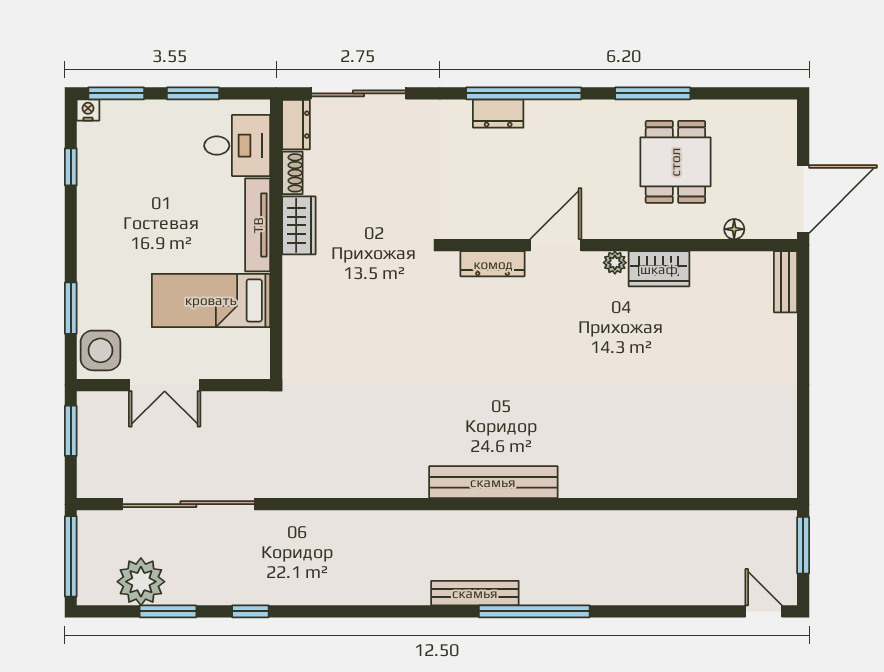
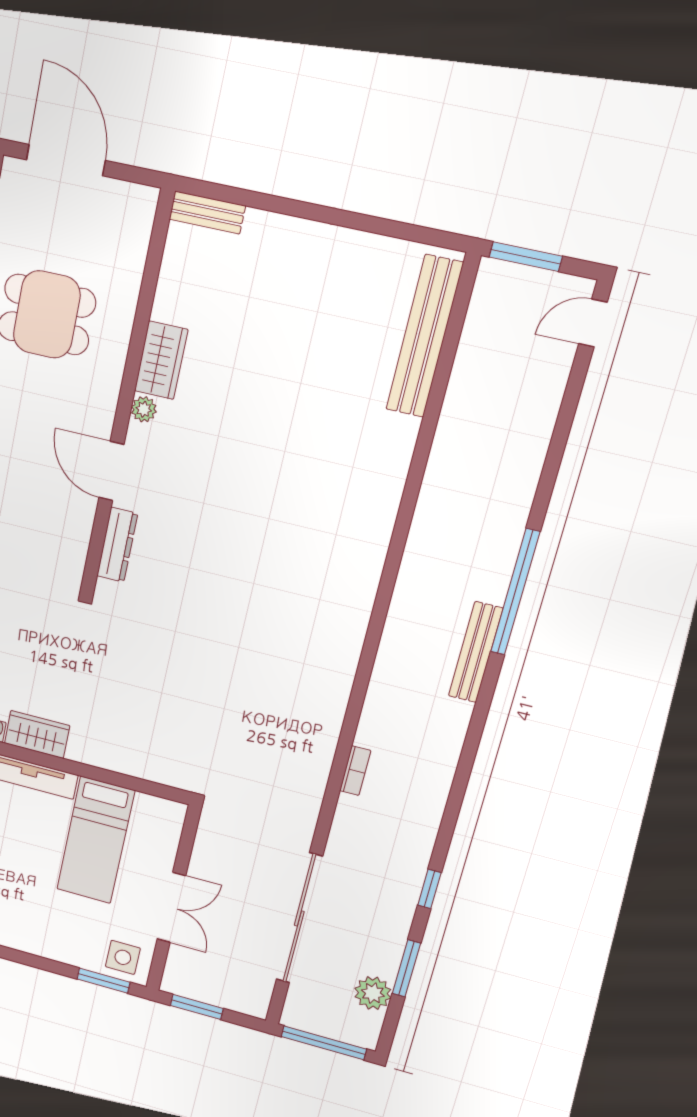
door: (803, 199) -> (66, 160), moved
floor lamp: (734, 229) -> (135, 262), removed
window: (71, 308) -> (103, 981), moved
side table: (100, 350) -> (123, 957), width x0.73, depth x0.73
bench: (493, 482) -> (424, 337), moved
bookcase: (343, 519) -> (355, 771), added
plant: (141, 582) -> (373, 993), width x0.73, depth x0.73

